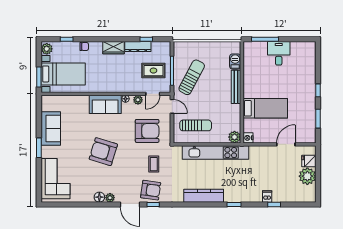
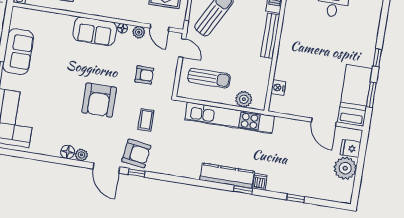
door: (153, 94) -> (159, 28), hinge flipped
bed: (265, 108) -> (355, 95), moved, turned -90
armchair: (147, 131) -> (144, 75), width x0.53, depth x0.53
plant: (235, 137) -> (244, 99), moved
nightstand: (248, 138) -> (278, 88), moved
door: (286, 144) -> (324, 122), swing flipped
armchair: (103, 152) -> (99, 100), moved, turned -107
kitchen counter: (204, 196) -> (227, 176), moved
dishwasher: (267, 196) -> (260, 182), moved

